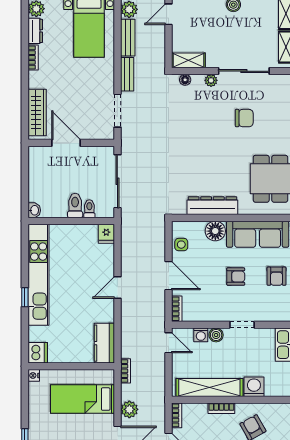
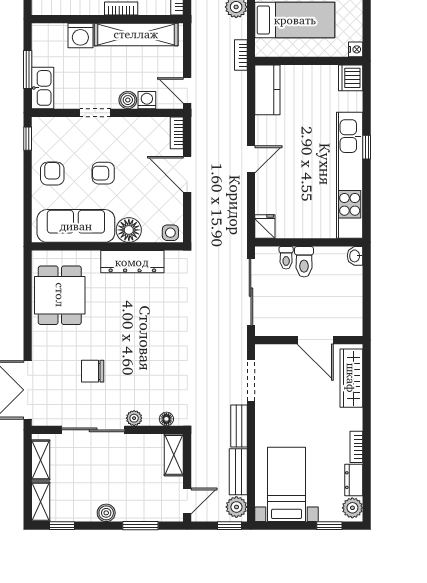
shelving: (188, 60) -> (174, 455), moved, turned 90
side table: (181, 245) -> (170, 233), moved

